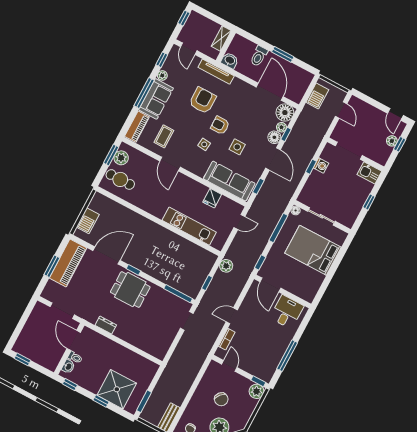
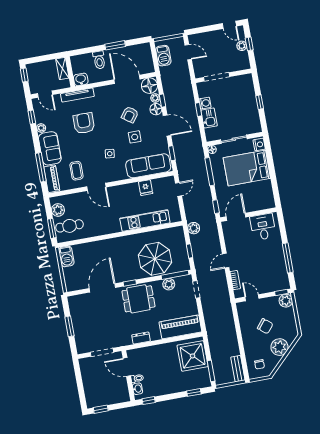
window: (144, 93) -> (41, 167), moved
armchair: (220, 125) -> (130, 115), moved, turned -54
window: (111, 155) -> (52, 228), moved
kitchen sink: (369, 173) -> (209, 118), moved, turned -90
barbecue: (88, 221) -> (66, 256), moved
nightstand: (340, 238) -> (259, 144), added
piano: (68, 263) -> (180, 327), moved, turned -90
parasol: (172, 266) -> (155, 259), added
door: (270, 285) -> (236, 217), swing flipped
plant: (166, 297) -> (169, 284), added
shower: (117, 389) -> (193, 356), moved
window: (101, 401) -> (194, 392), moved

